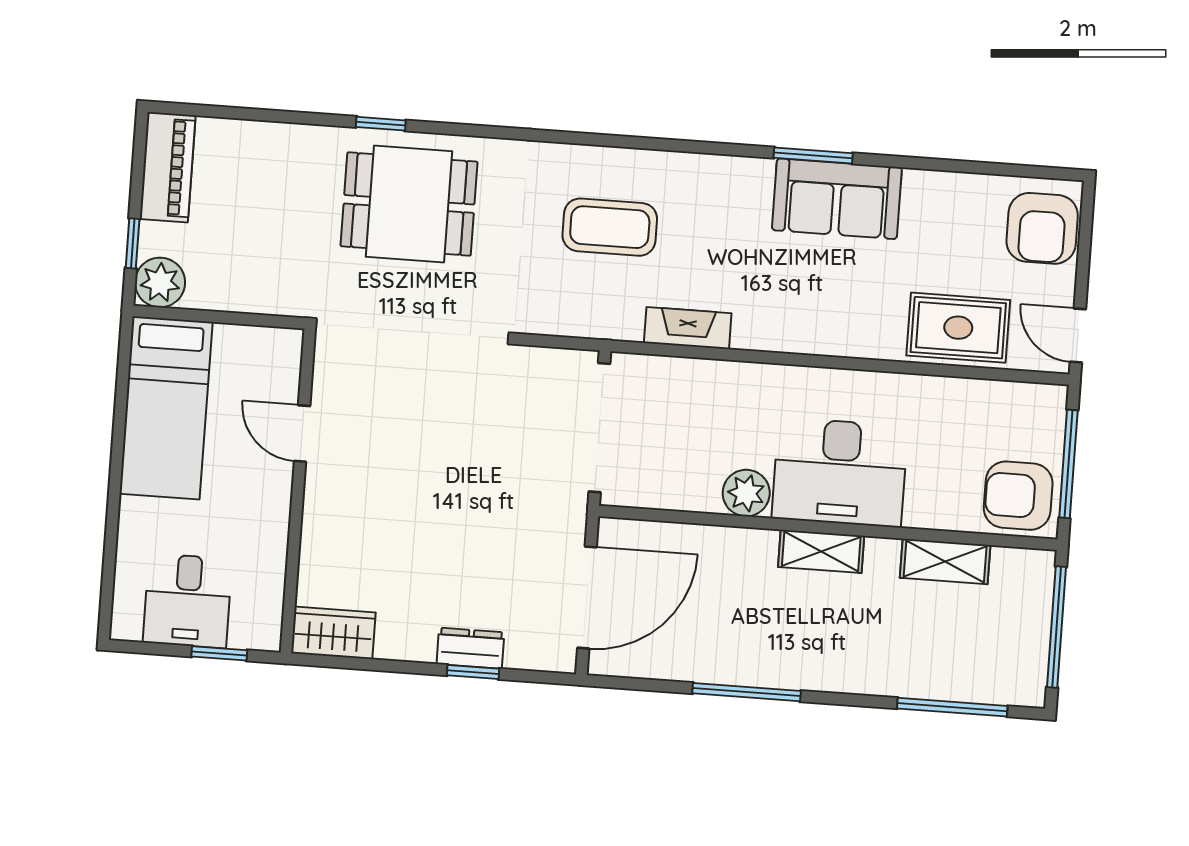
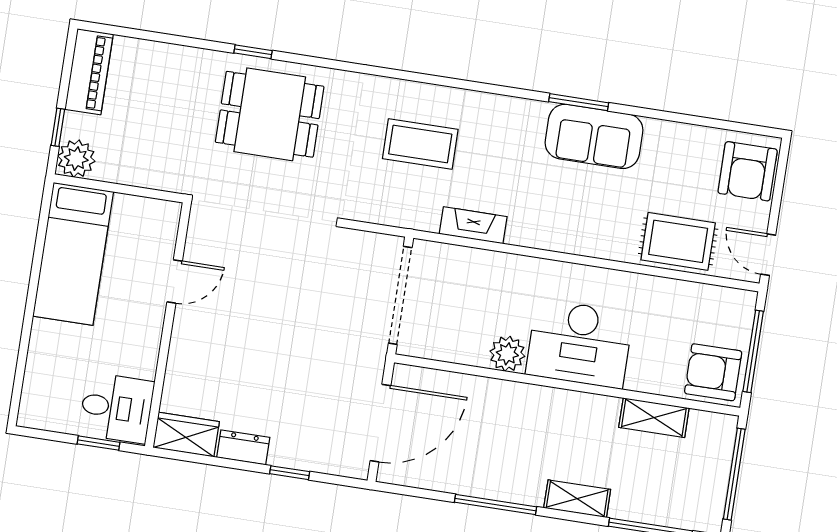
door: (302, 433) -> (175, 282), swing flipped
shelving: (821, 551) -> (577, 499), moved
desk: (188, 601) -> (116, 408), moved, turned -90
dresser: (470, 648) -> (243, 447), moved

